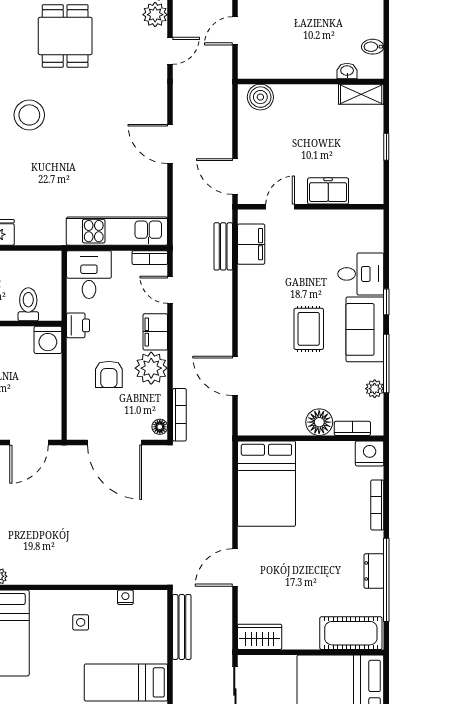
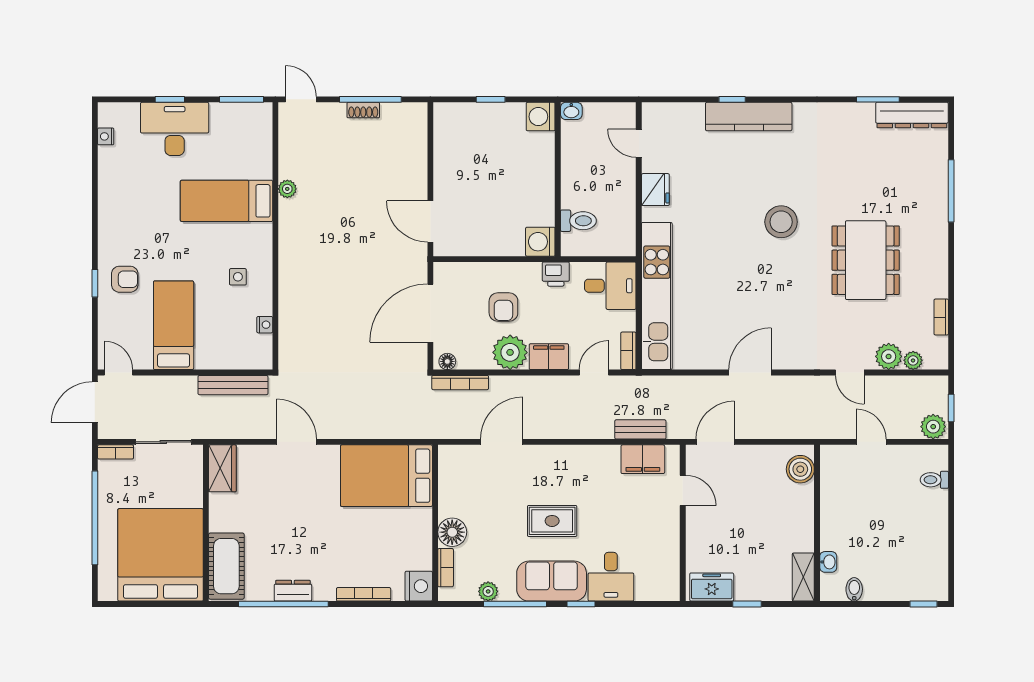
dining table: (65, 36) -> (866, 260), width x1.38
freezer: (328, 191) -> (712, 587), moved, turned -90
kitchen unit: (117, 231) -> (657, 296), width x1.36
armchair: (109, 374) -> (503, 307), turned -90

